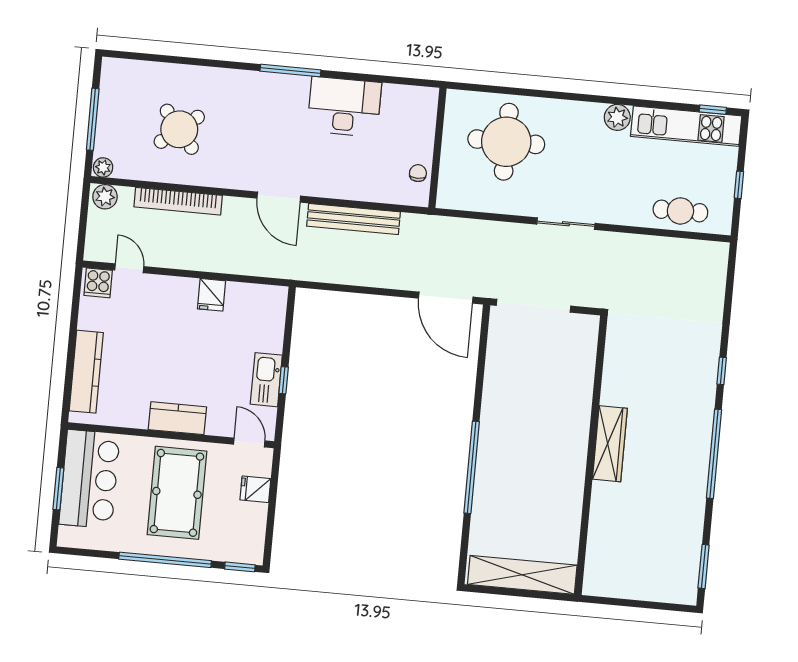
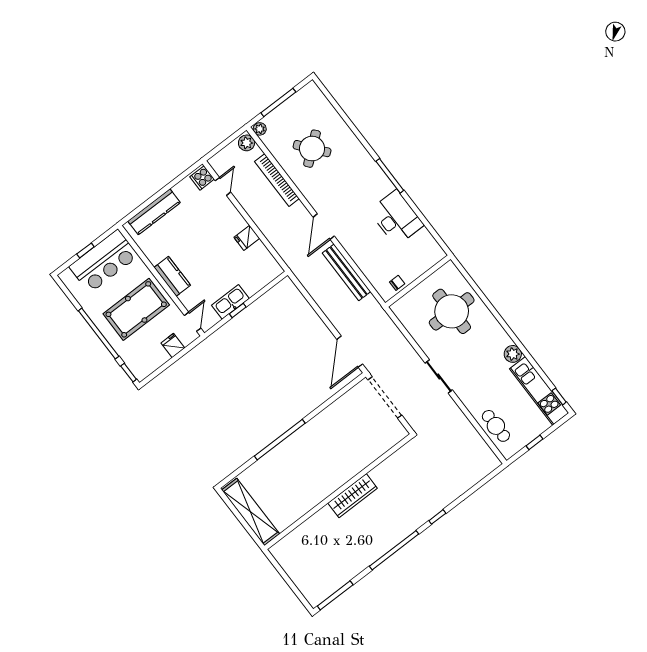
window: (58, 489) -> (85, 250), width x0.67
window: (704, 567) -> (335, 595), width x1.44

